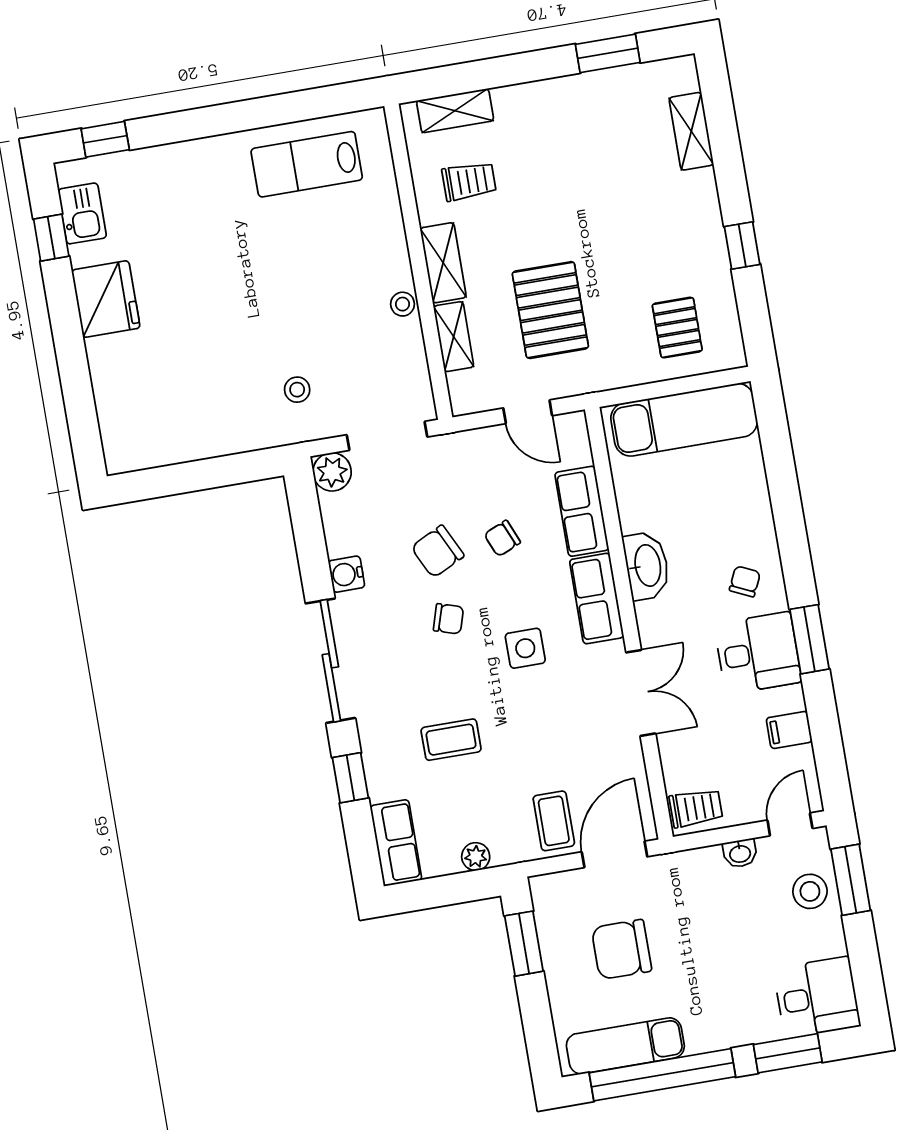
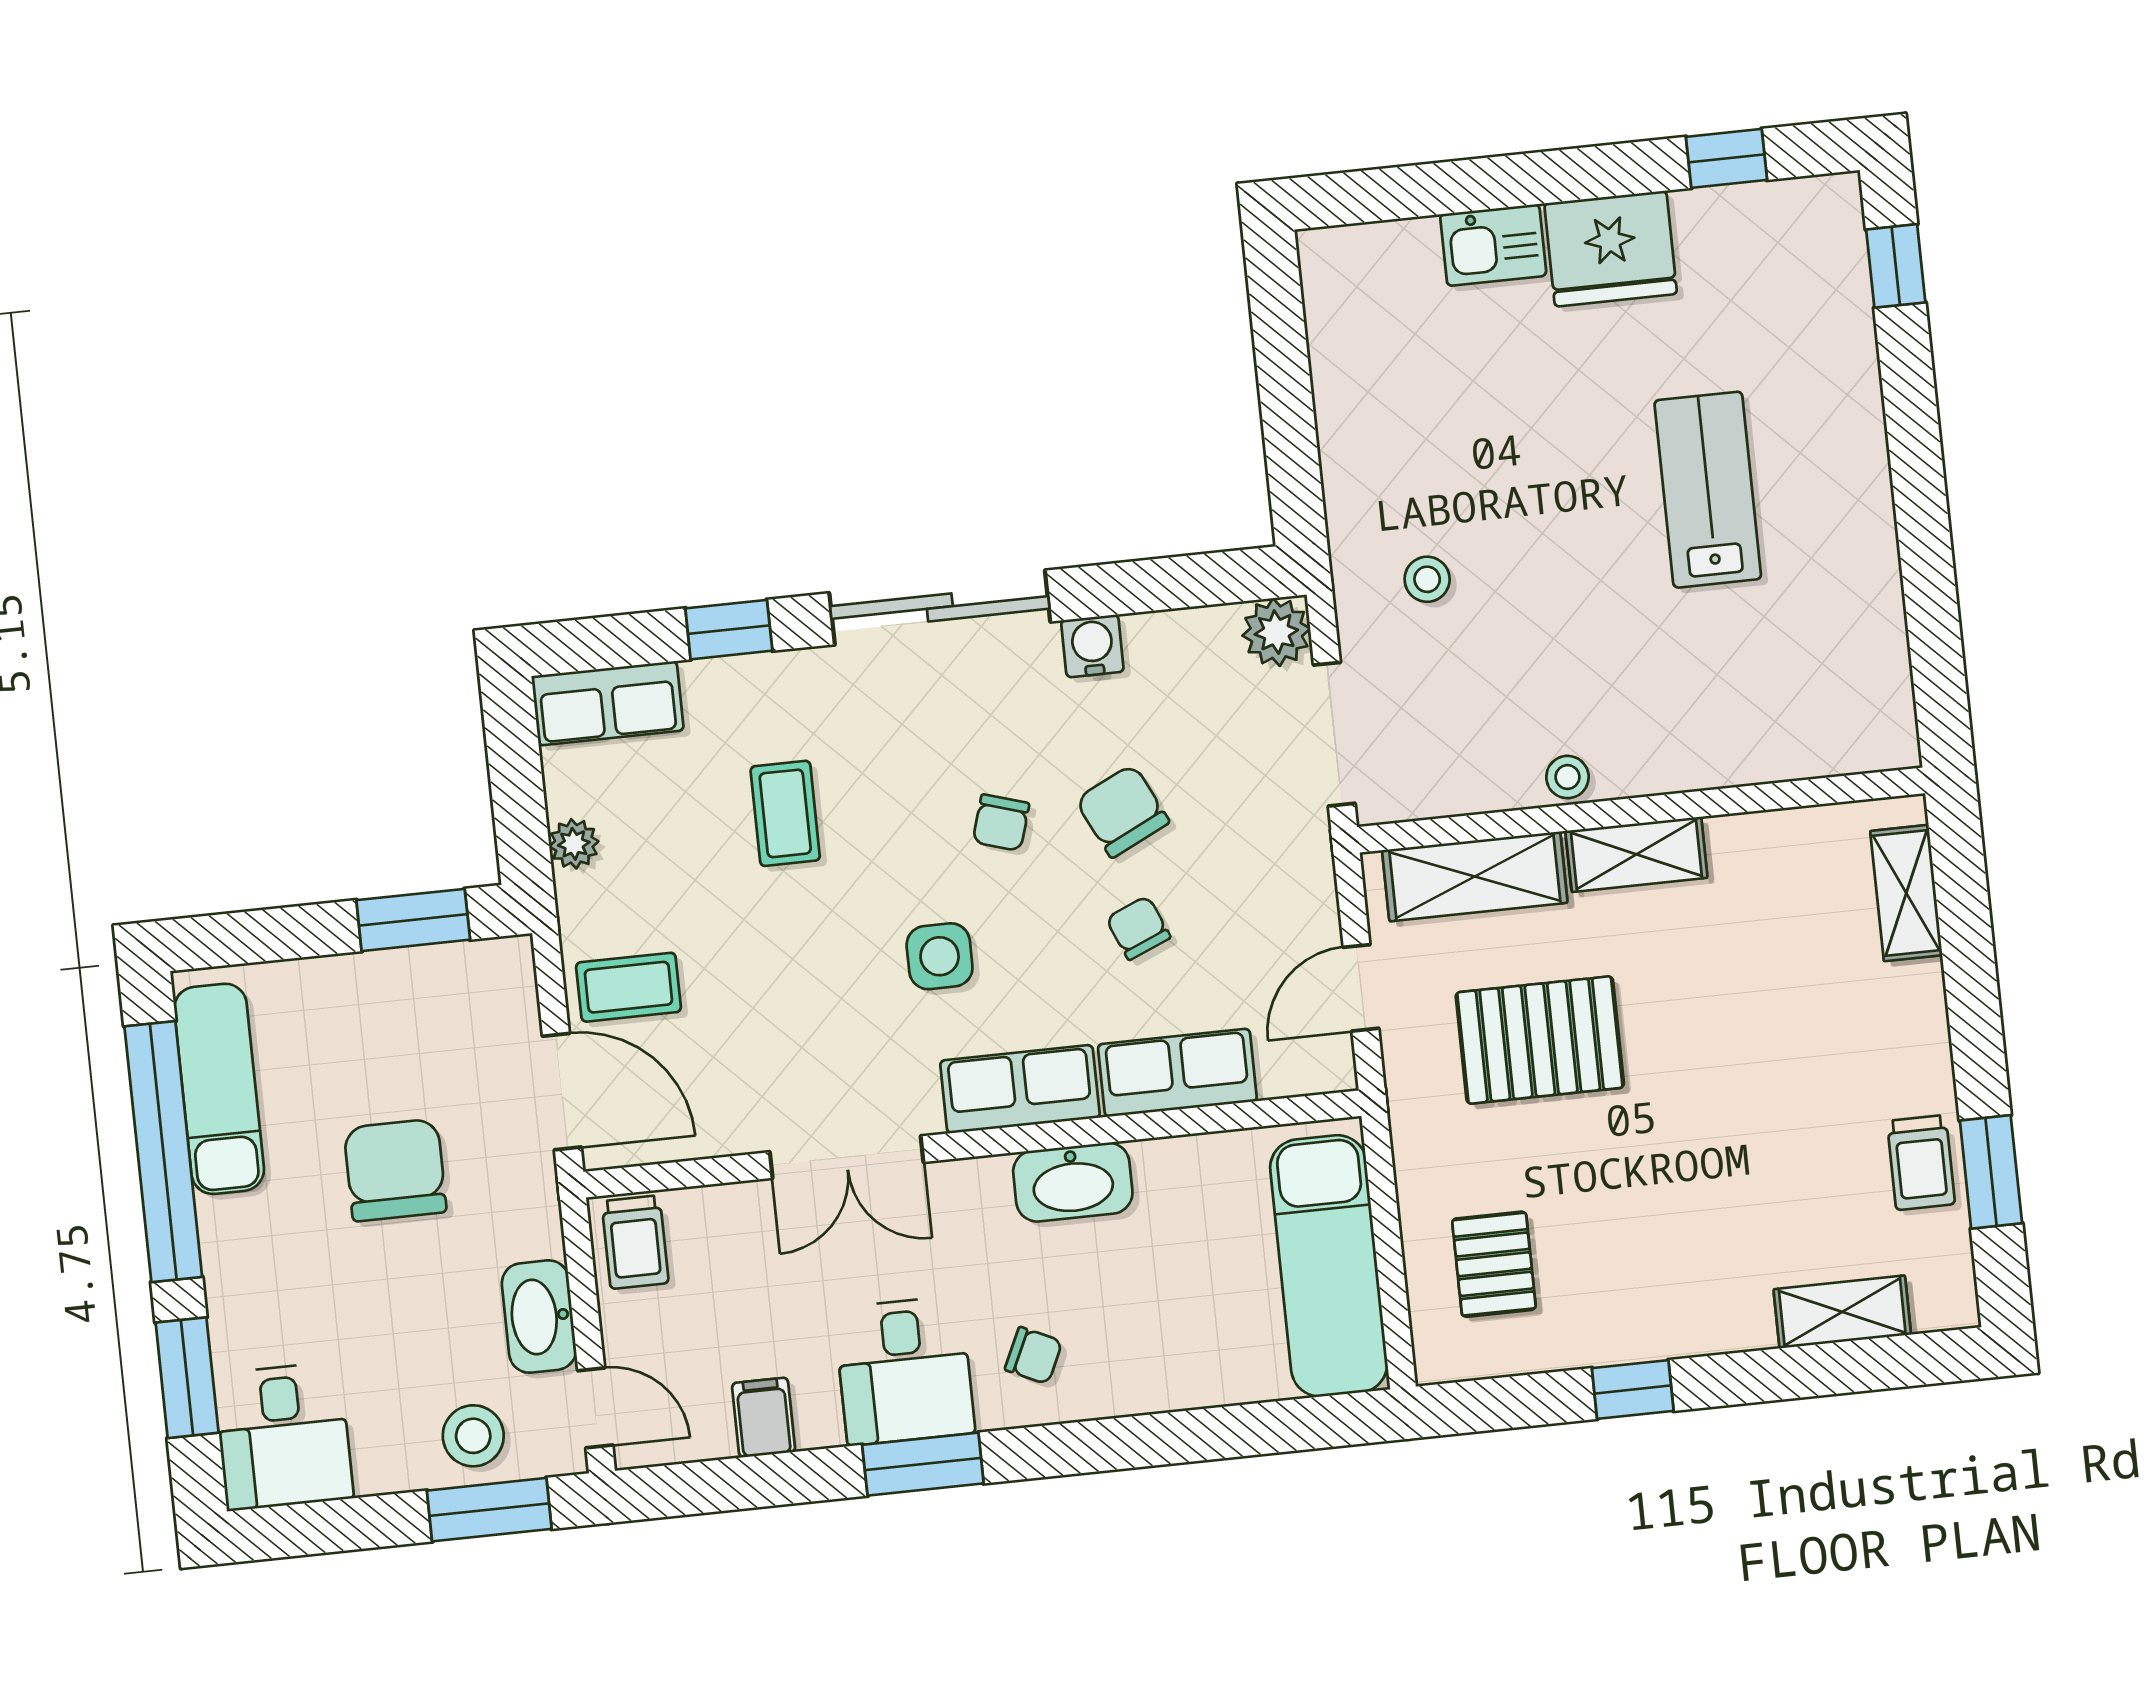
lab bench: (307, 164) -> (1708, 490), moved
trolley: (469, 181) -> (1921, 1163), moved
kitchen sink: (82, 213) -> (1493, 245), moved
pallet: (677, 328) -> (1494, 1264), turned 90
shelving: (454, 337) -> (1475, 876), width x1.50, depth x1.33
washbasin: (740, 853) -> (539, 1317), width x1.91, depth x1.45
chair: (622, 949) -> (395, 1170), moved

